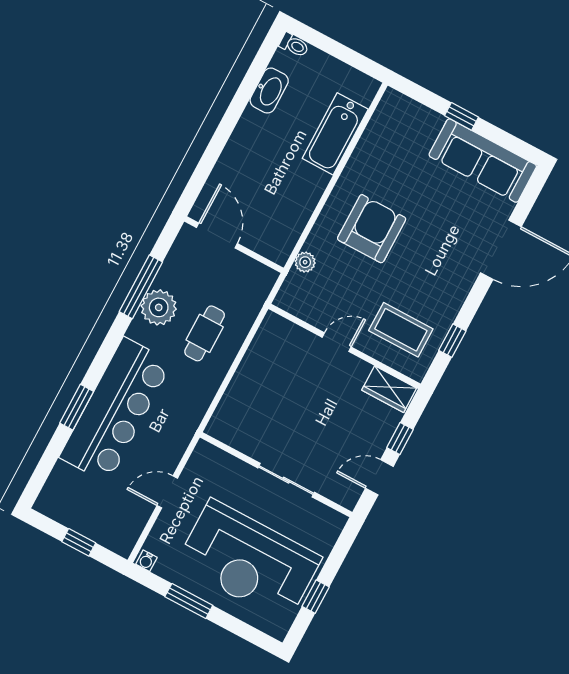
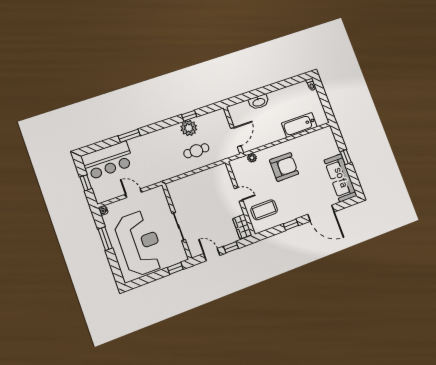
washbasin: (269, 91) -> (259, 102), moved
door: (217, 235) -> (236, 137), moved
window: (141, 287) -> (189, 116), width x0.46
coffee table: (401, 330) -> (264, 210), turned 90
window: (452, 341) -> (291, 225), moved
bar counter: (116, 410) -> (108, 160), moved, width x0.73
reception desk: (249, 561) -> (140, 243), turned 180
window: (316, 597) -> (175, 268), moved

